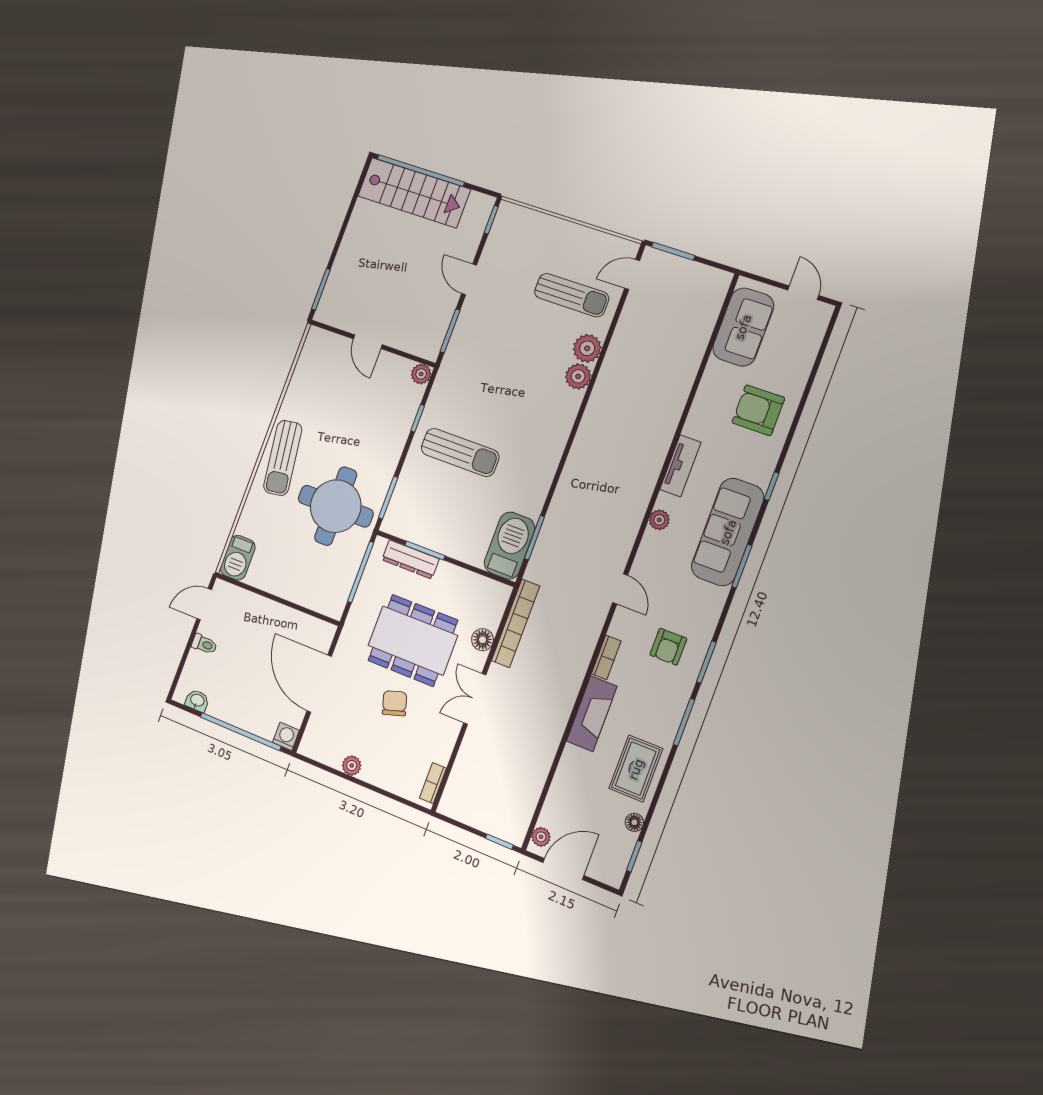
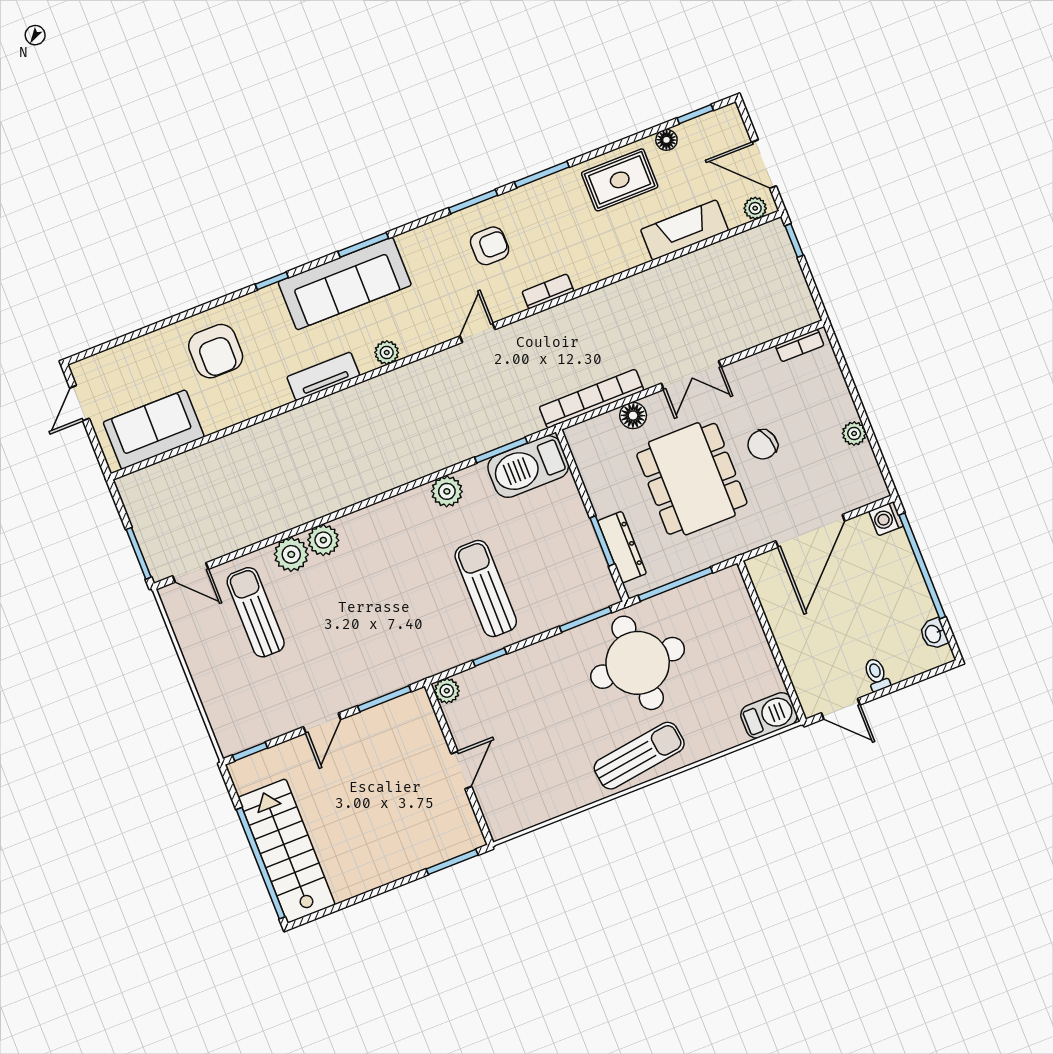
plant: (539, 481) -> (447, 491), added
fireplace: (592, 714) -> (684, 230), moved

